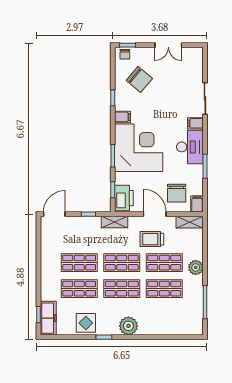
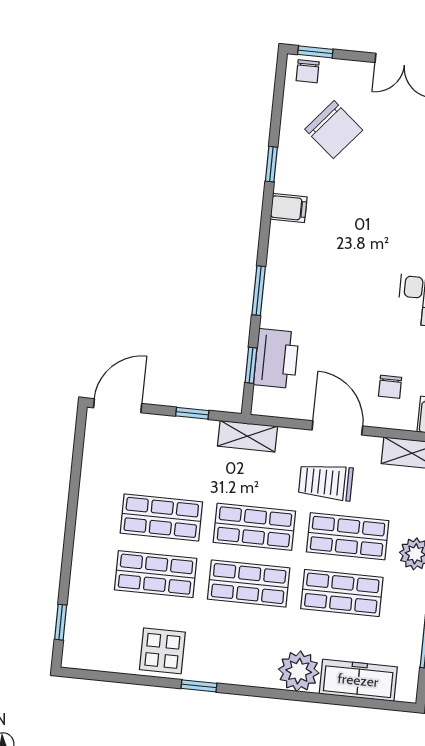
corner desk: (139, 148) -> (317, 279), removed
chair: (177, 193) -> (390, 387), width x0.54, depth x0.54
printer: (124, 198) -> (276, 359), moved
freezer: (48, 318) -> (358, 680), moved, turned -90
plant: (128, 326) -> (299, 671), moved

